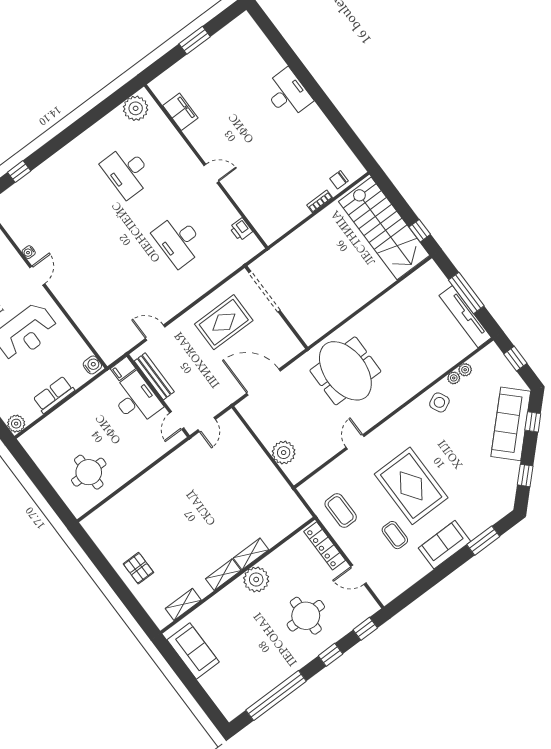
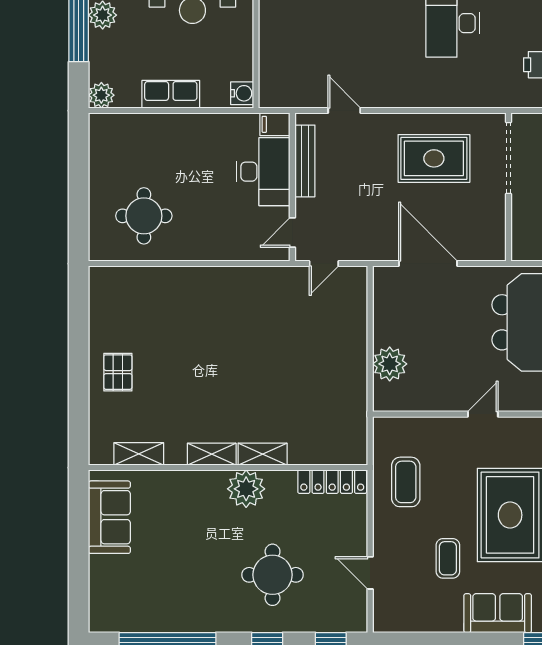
locker: (325, 546) -> (332, 482), moved, turned -90

